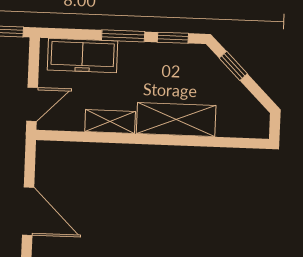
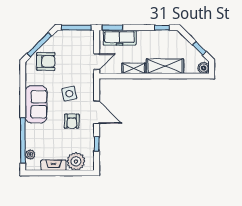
window: (123, 36) -> (112, 28), moved
window: (233, 66) -> (199, 48), moved
boiler: (258, 126) -> (204, 68), added

